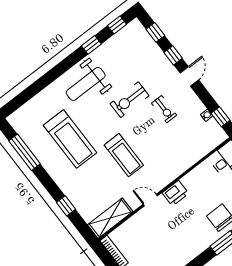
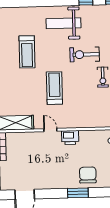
treadmill: (70, 139) -> (27, 52), width x0.73, depth x0.73
treadmill: (124, 155) -> (54, 88), turned 180

